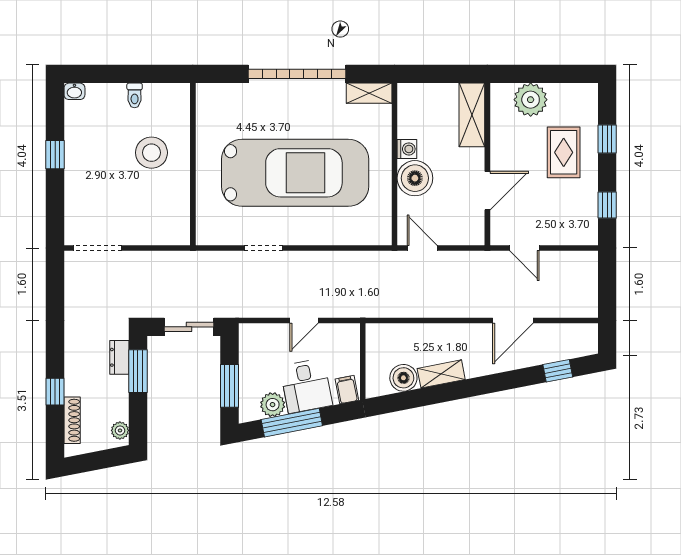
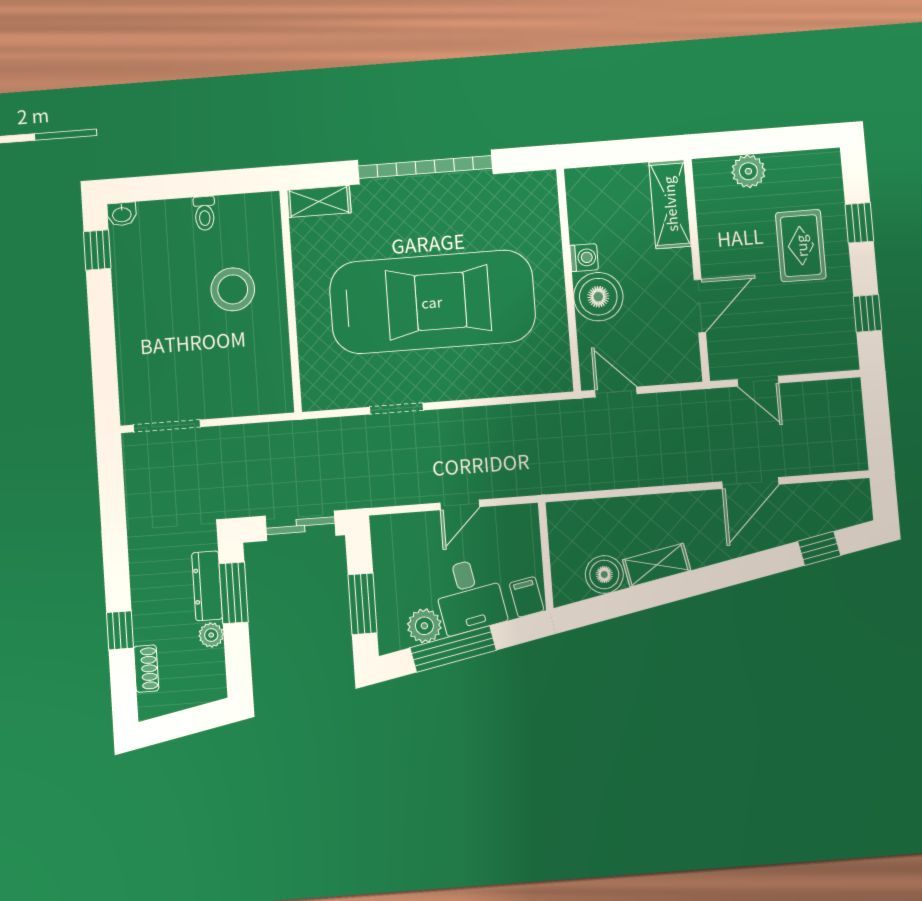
shelving: (369, 93) -> (319, 201), moved
plant: (531, 100) -> (748, 171), width x0.73, depth x0.73
window: (55, 155) -> (97, 250), moved
dresser: (119, 357) -> (207, 586), width x1.44
shoe rack: (72, 420) -> (146, 669), width x0.70
plant: (120, 430) -> (211, 635), moved

